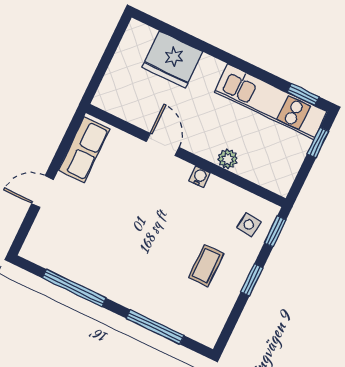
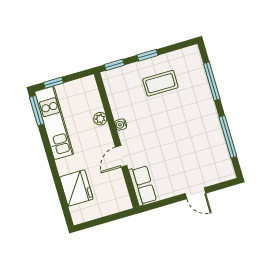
window: (303, 94) -> (37, 111), width x1.50
row of seats: (84, 150) -> (143, 185), moved, turned 90
side table: (249, 225) -> (122, 80), removed
coffee table: (206, 265) -> (160, 83), width x1.36, depth x1.30

